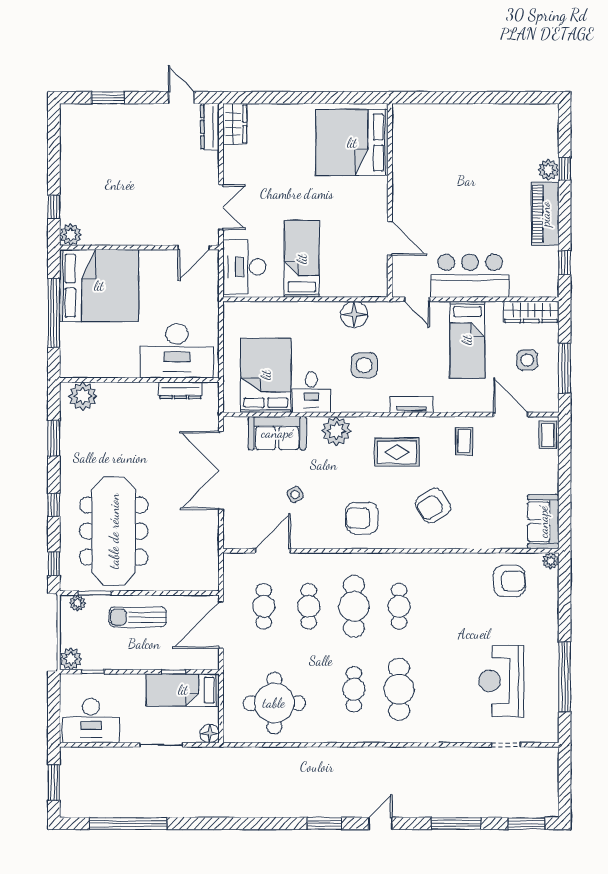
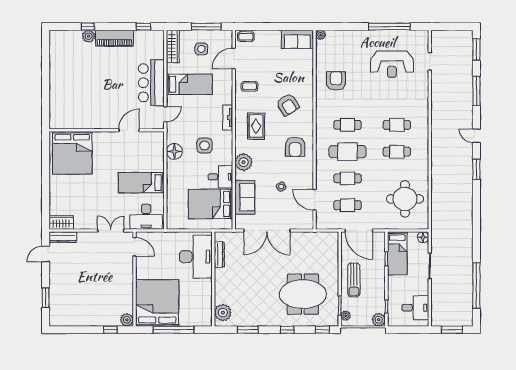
meeting table: (114, 531) -> (303, 294), width x0.73
armchair: (509, 581) -> (336, 81), moved
cafe table: (399, 689) -> (397, 125), width x0.73, depth x0.74
desk: (91, 721) -> (415, 308), width x0.73

